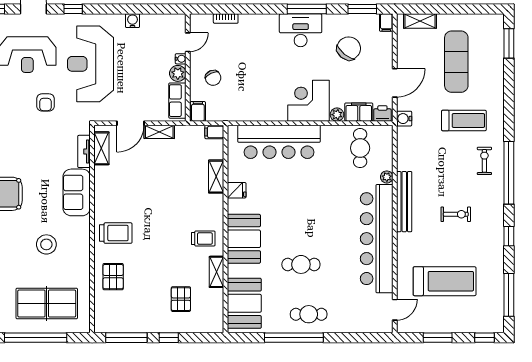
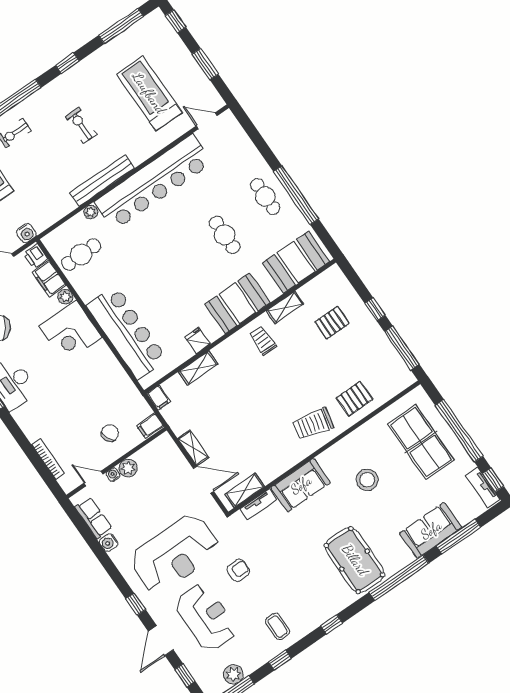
bookcase: (226, 19) -> (48, 459), width x1.56
row of seats: (177, 101) -> (94, 518), moved, turned -90
trolley: (116, 233) -> (313, 424), turned -77

